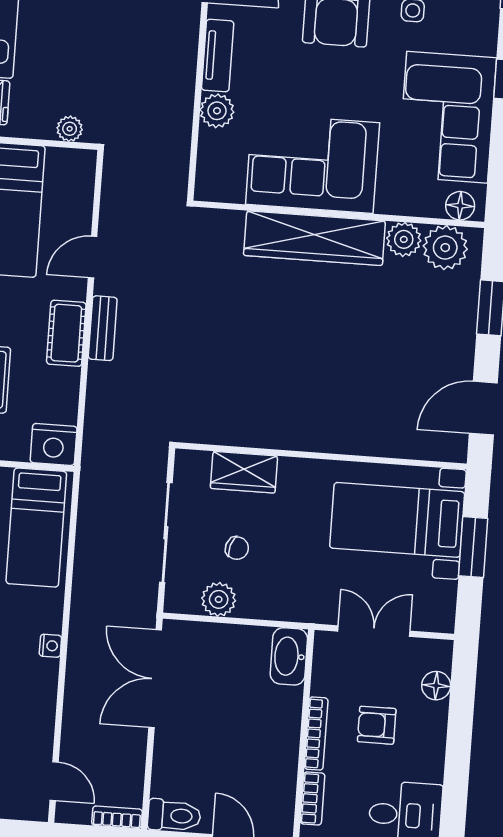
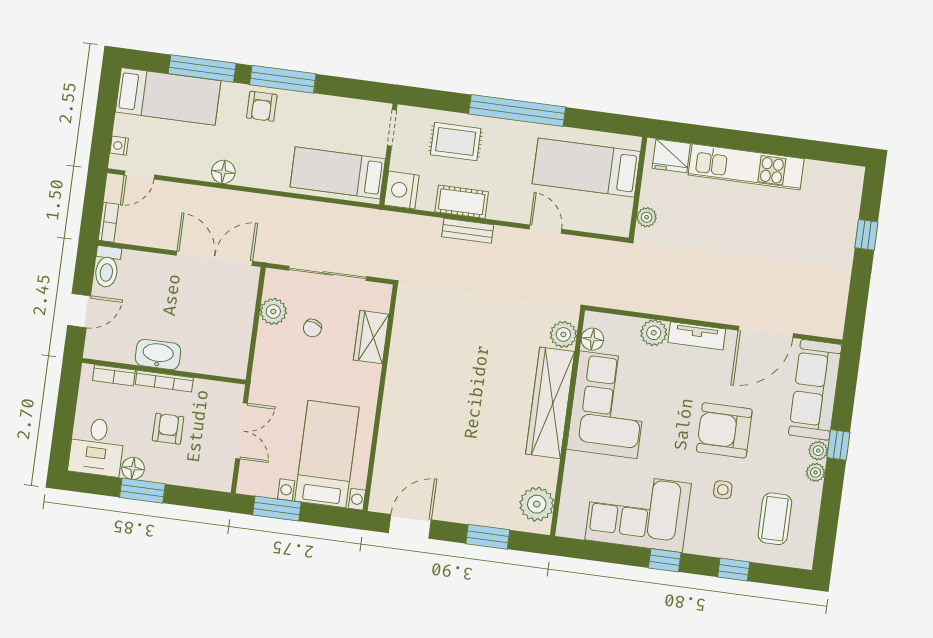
floor lamp: (460, 206) -> (592, 339), moved
plant: (404, 239) -> (563, 334), moved
bench: (103, 328) -> (468, 231), moved
cot: (66, 333) -> (462, 202), moved
door: (483, 408) -> (410, 526), hinge flipped
window: (473, 547) -> (277, 509), moved
nightstand: (50, 646) -> (119, 146), moved, turned 90
washbasin: (289, 656) -> (158, 354), moved
floor lamp: (44, 674) -> (223, 172), added
floor lamp: (436, 686) -> (133, 468), moved
window: (458, 753) -> (142, 491), added

